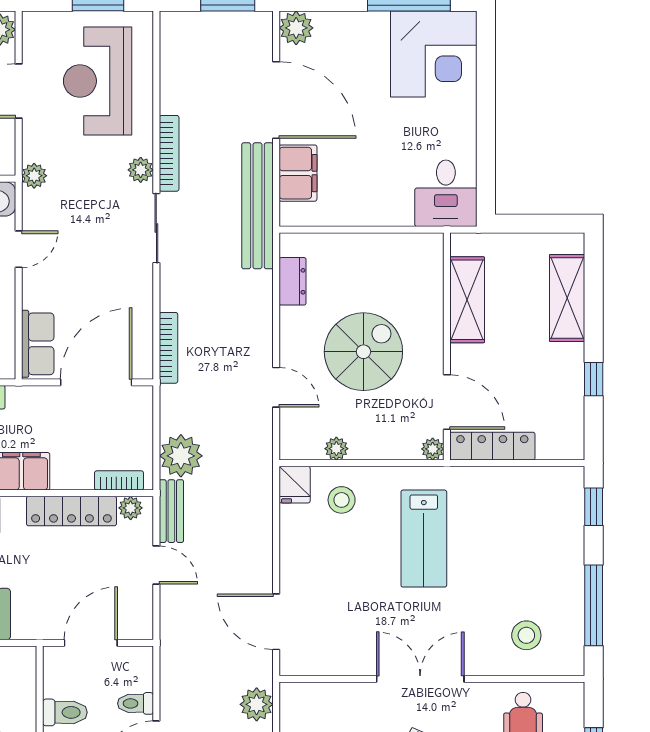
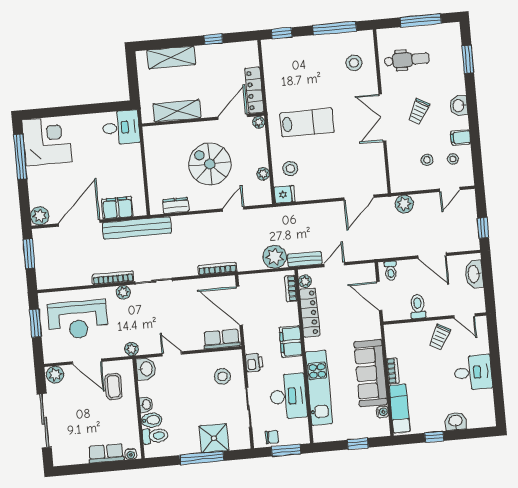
toilet: (136, 703) -> (391, 271), moved

